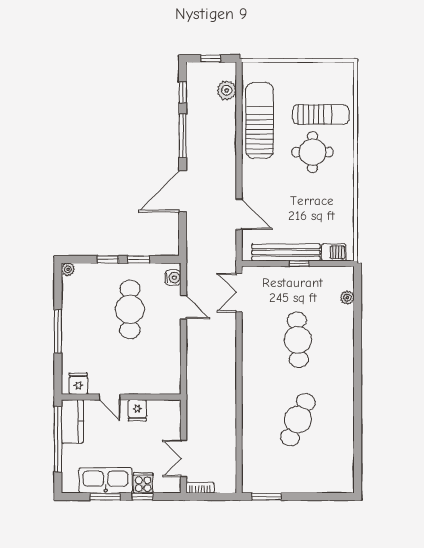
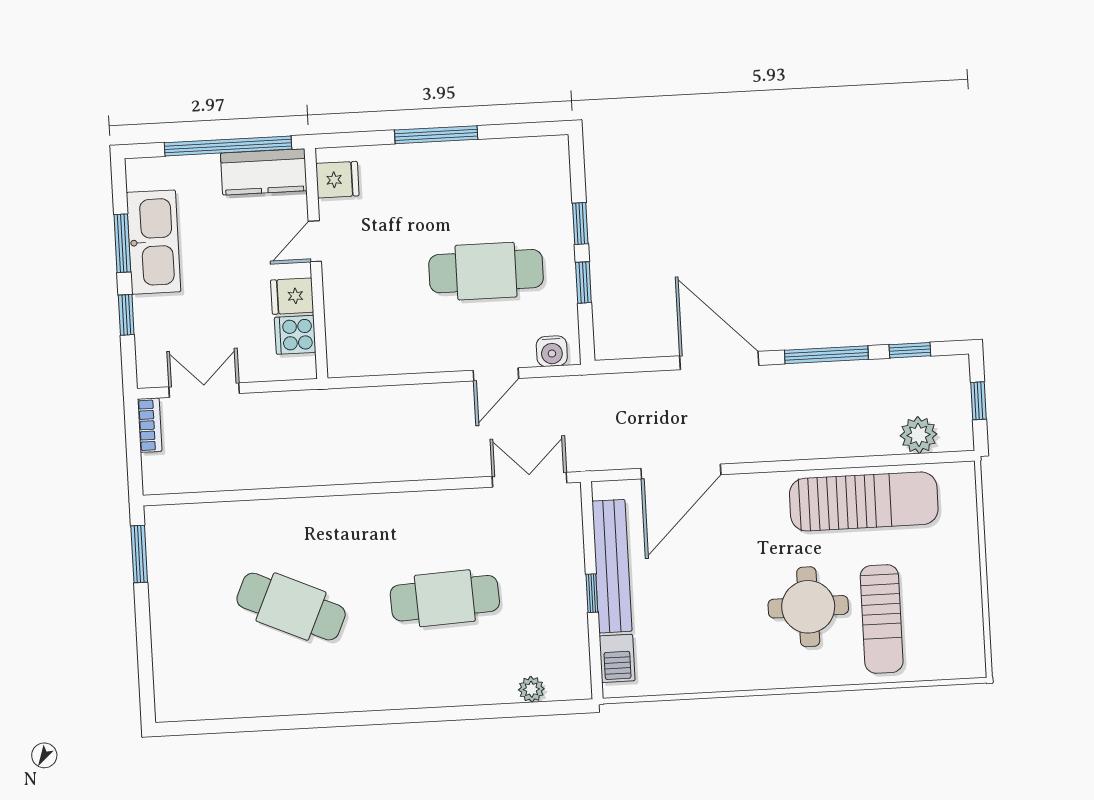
door: (239, 214) -> (681, 472), width x1.36
plant: (68, 269) -> (557, 148), removed
cooker: (143, 483) -> (295, 335), moved, turned 180

